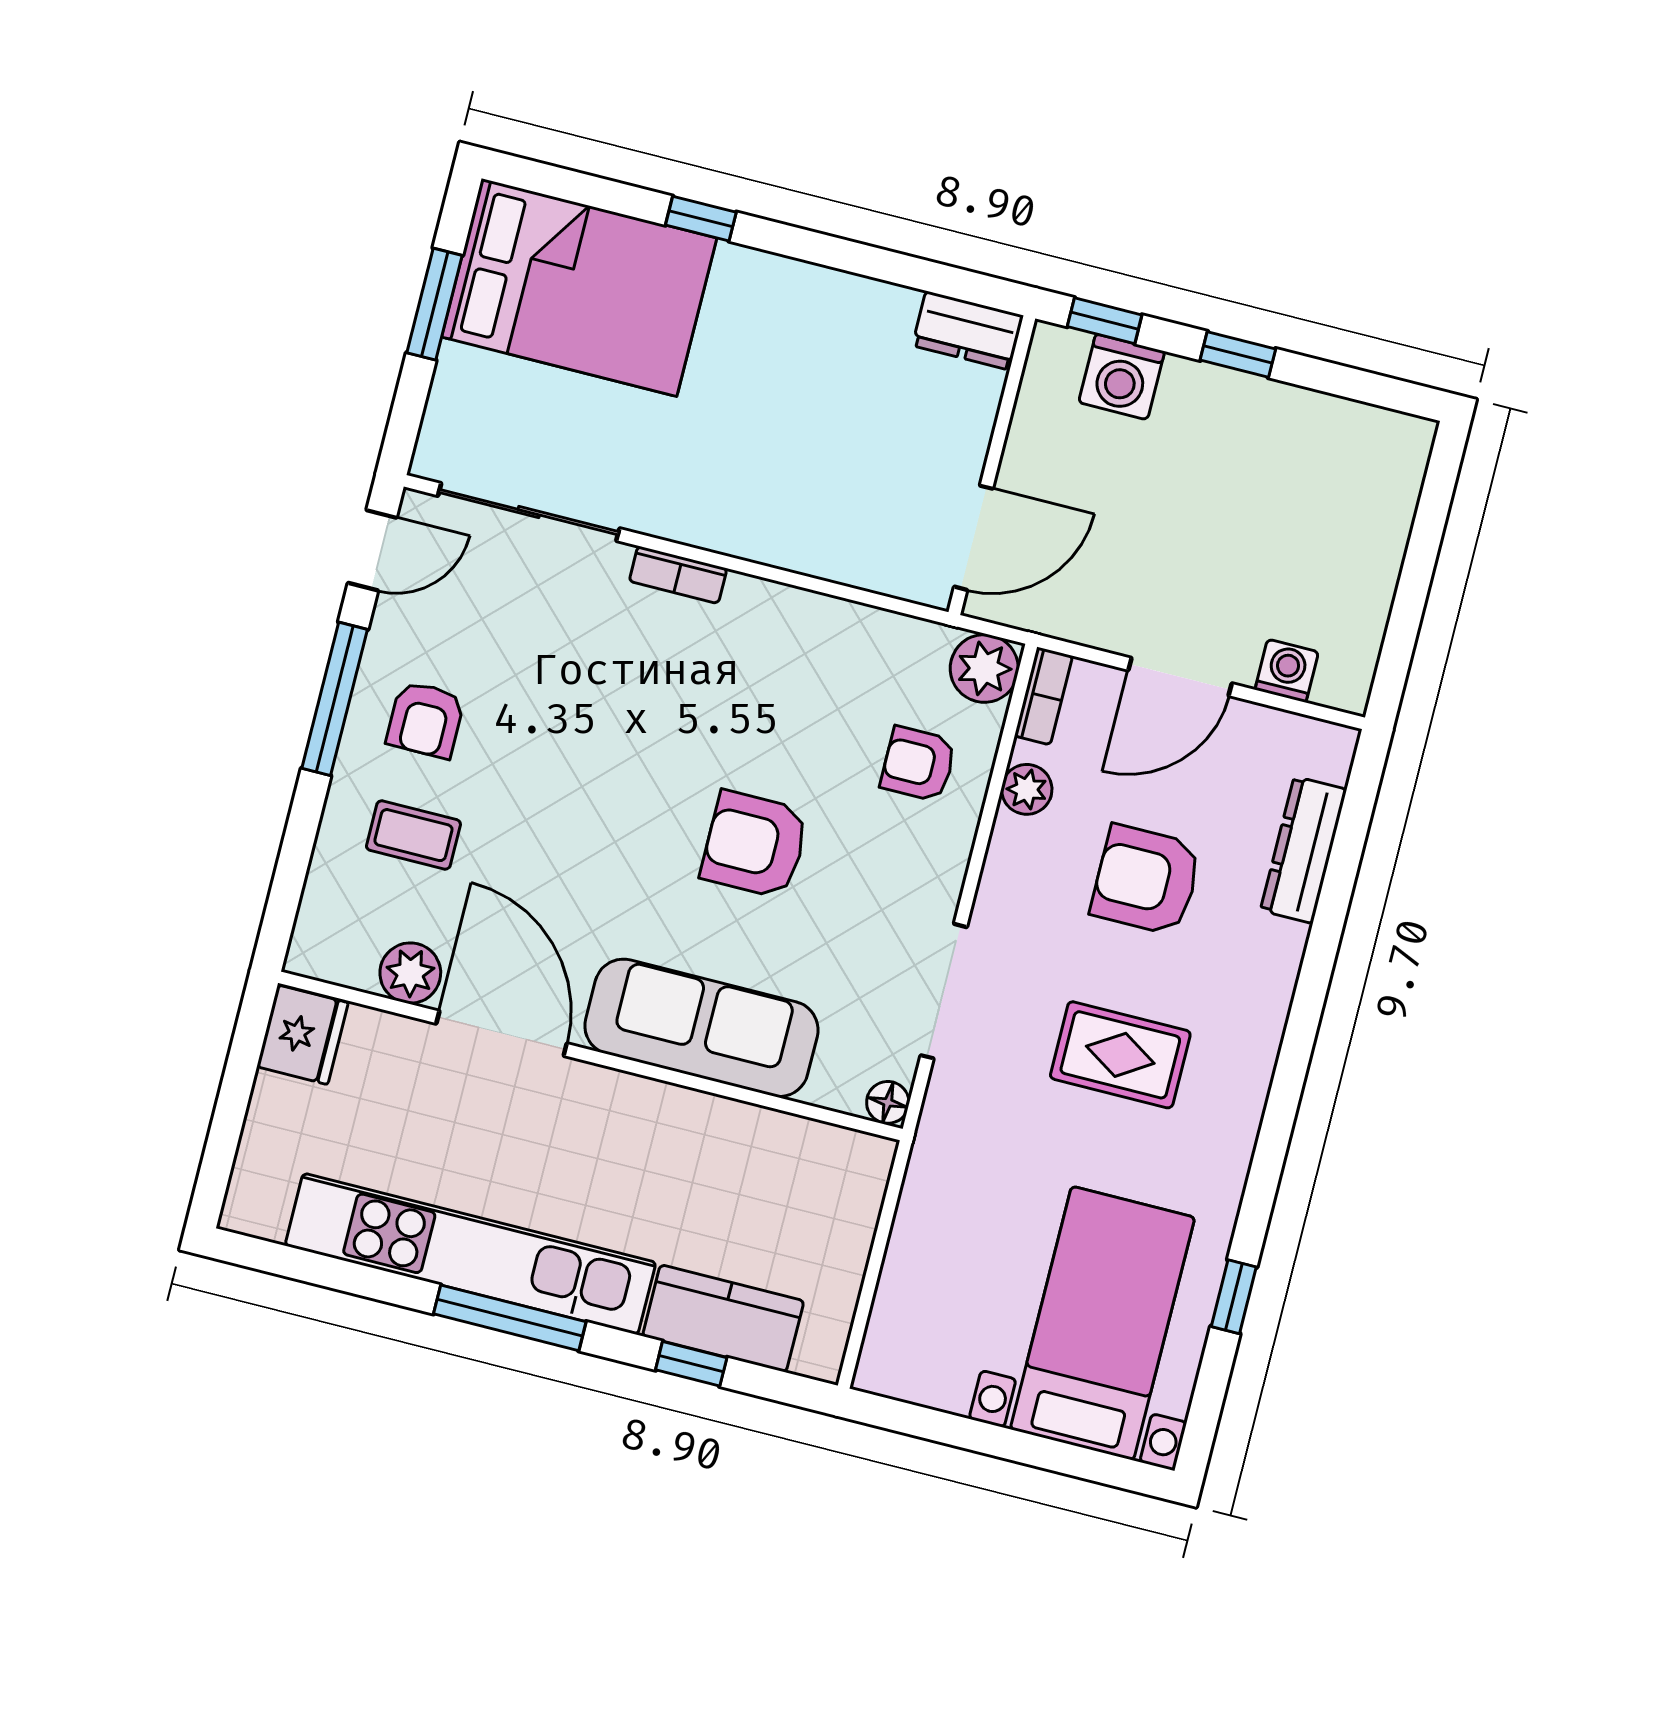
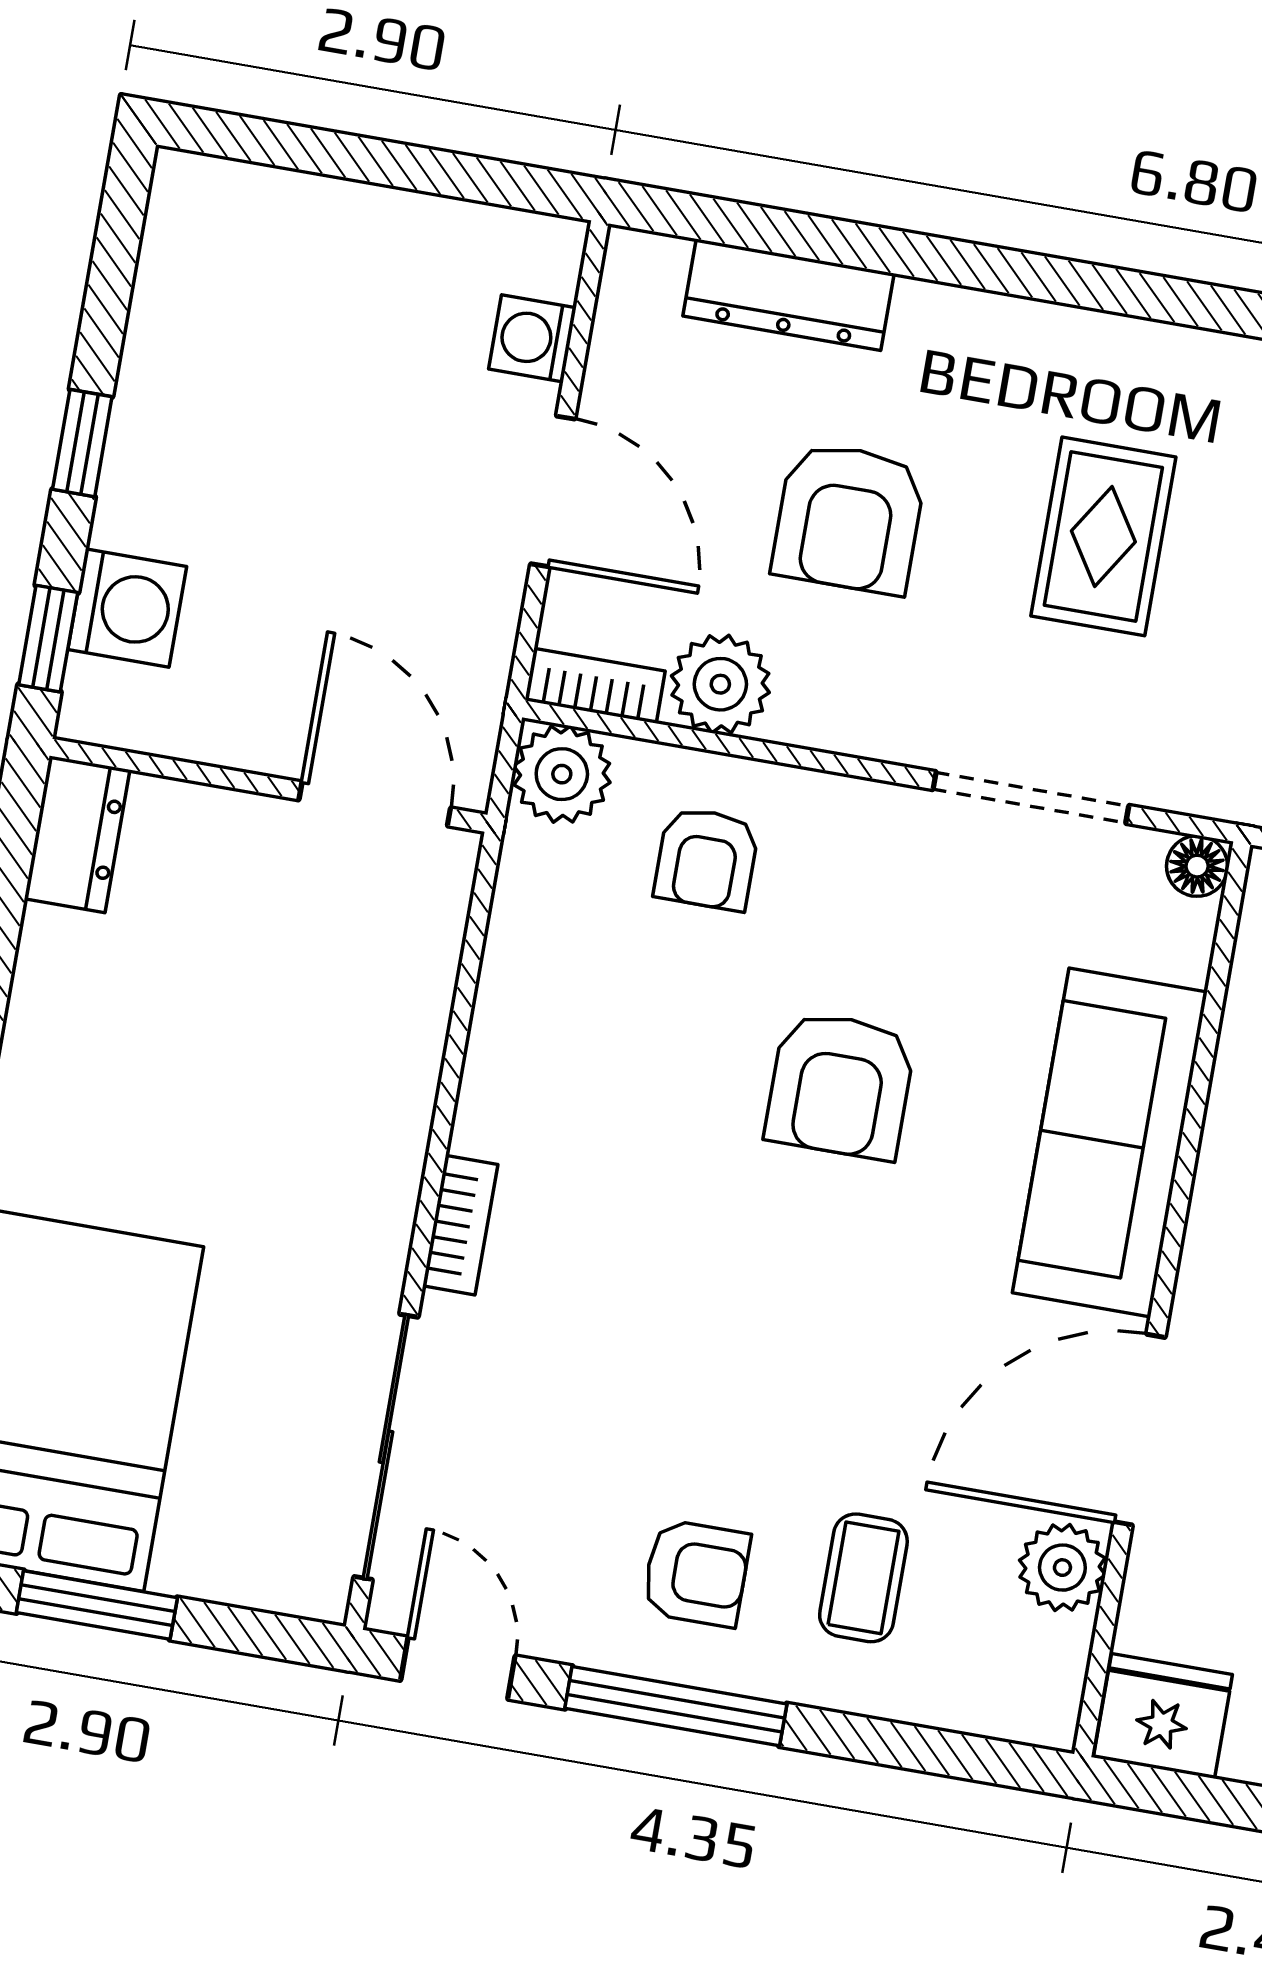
plant: (1027, 789) -> (720, 684), width x1.38, depth x1.38

